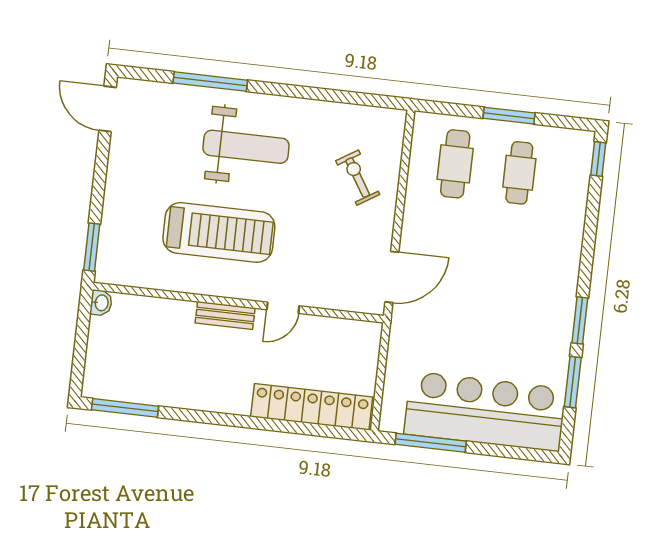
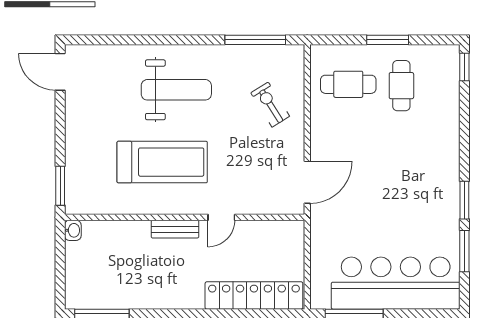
window: (210, 82) -> (255, 40), moved
cafe table: (455, 164) -> (348, 84), turned 90

